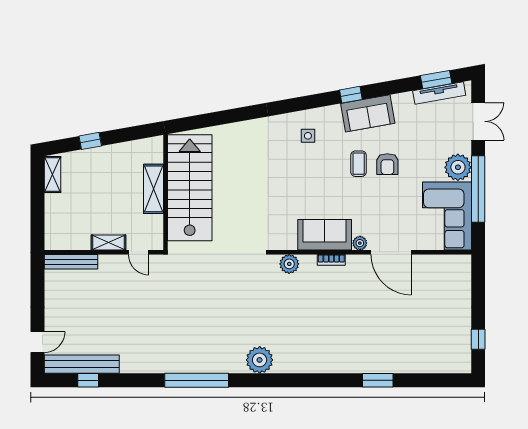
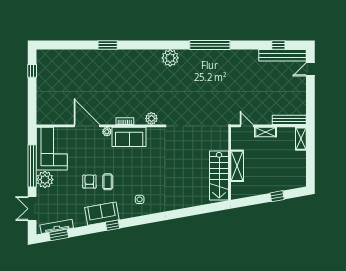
shelving: (53, 175) -> (301, 139), moved
stairs: (190, 188) -> (219, 176), width x0.73, depth x0.66
window: (378, 380) -> (108, 45), moved

